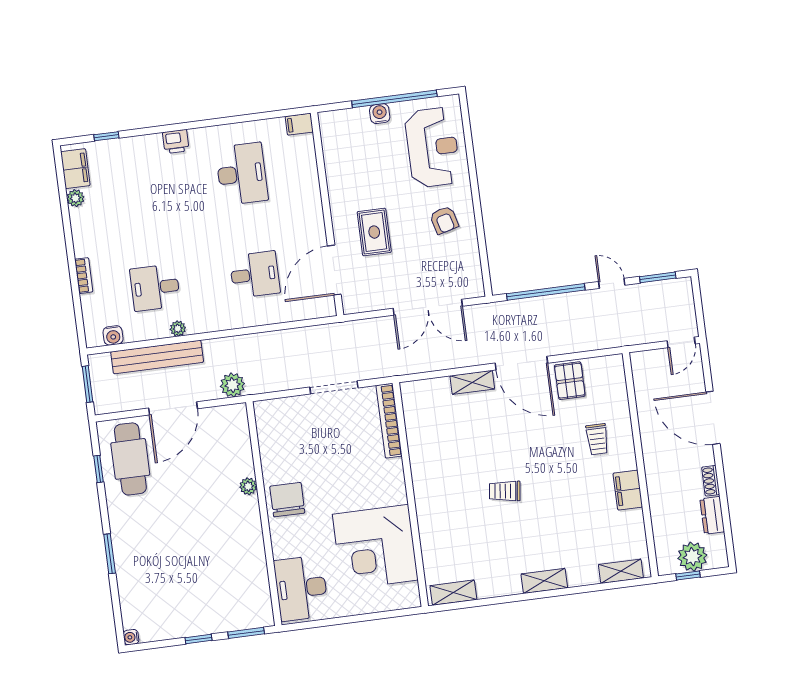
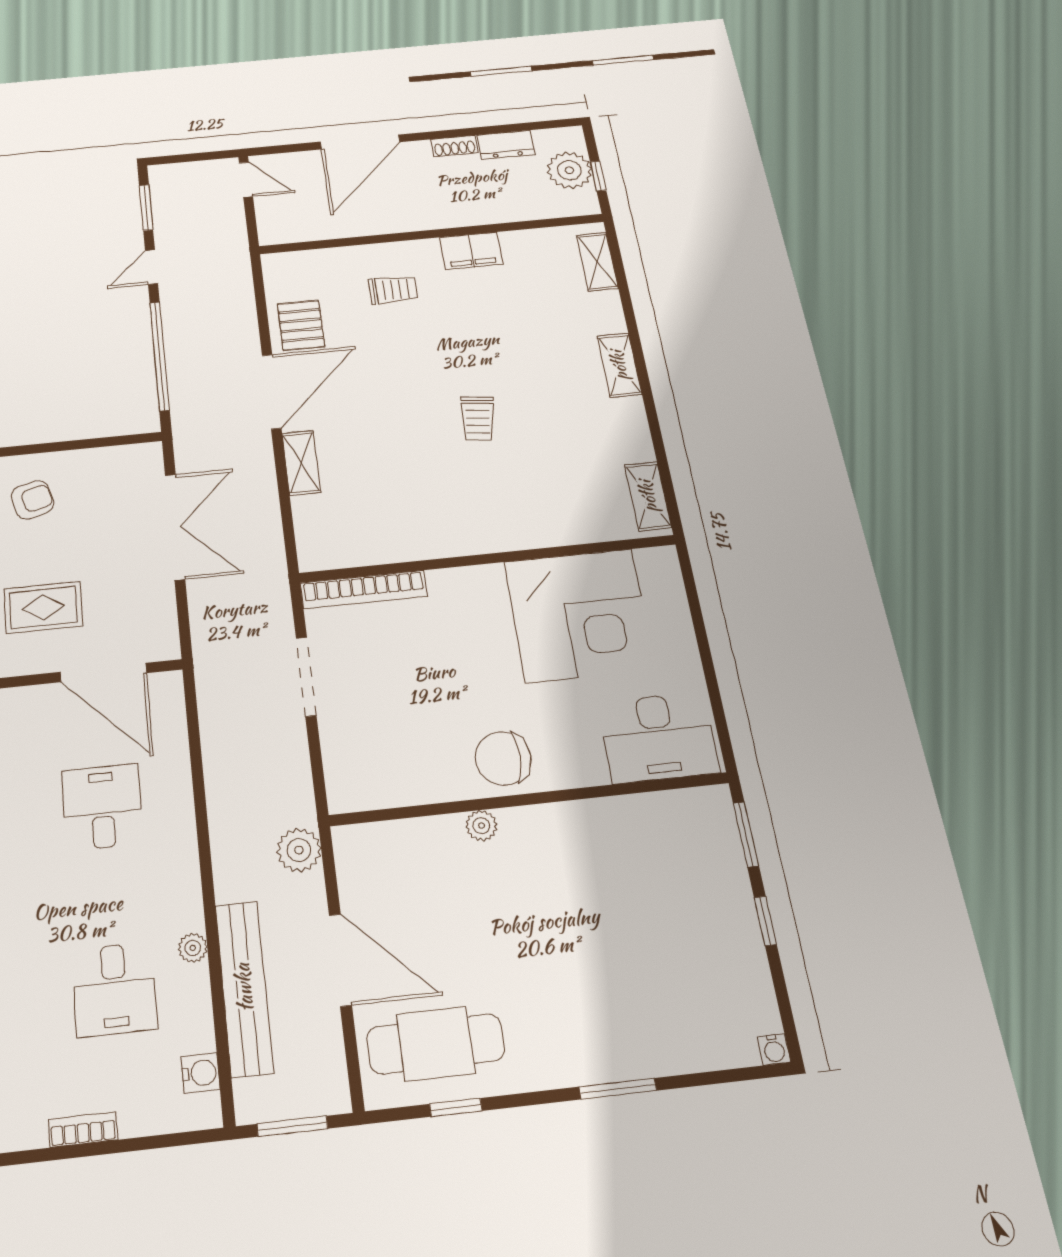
pallet: (570, 381) -> (301, 325), turned 90

